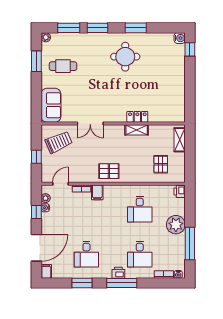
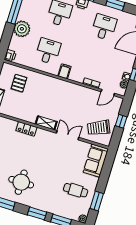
shelving: (137, 130) -> (46, 123), moved
pallet: (109, 171) -> (64, 91), removed
filing cabinet: (97, 192) -> (64, 71), moved

